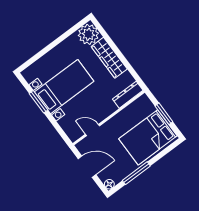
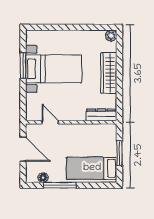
plant: (88, 34) -> (111, 36), width x0.53, depth x0.53
bed: (148, 137) -> (92, 168), width x0.67
floor lamp: (109, 184) -> (43, 178), moved

